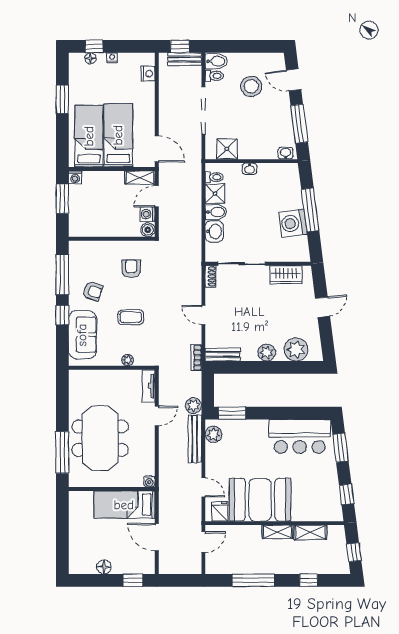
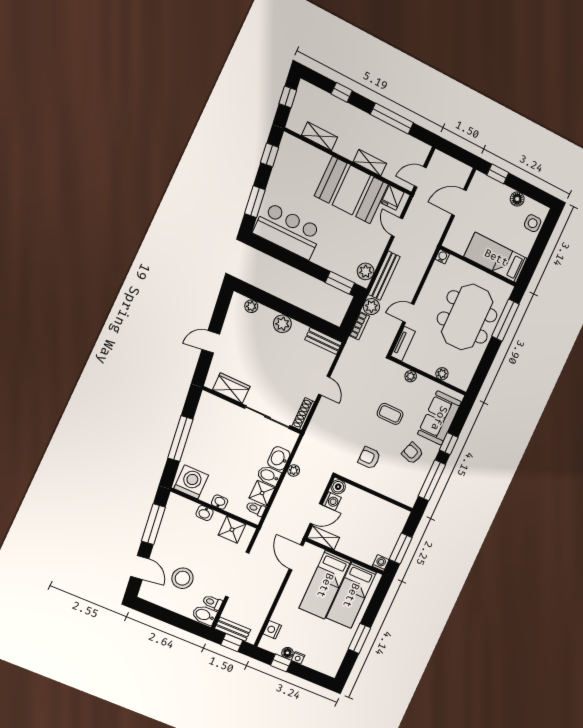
window: (94, 46) -> (281, 663), moved
floor lamp: (90, 58) -> (287, 653), moved
washbasin: (286, 153) -> (205, 513), moved
washing machine: (293, 223) -> (191, 482), moved, turned -83
plant: (196, 226) -> (294, 471), added
armchair: (131, 269) -> (369, 458), turned 90
shoe rack: (211, 276) -> (303, 414), width x1.43
plant: (296, 350) -> (251, 306), width x0.53, depth x0.53
bookcase: (196, 358) -> (359, 326), moved
plant: (99, 376) -> (442, 374), added
bed: (124, 505) -> (496, 258), moved, turned 180
shelving: (277, 532) -> (370, 163), moved
door: (157, 537) -> (459, 203), swing flipped
side table: (79, 552) -> (533, 223), added

